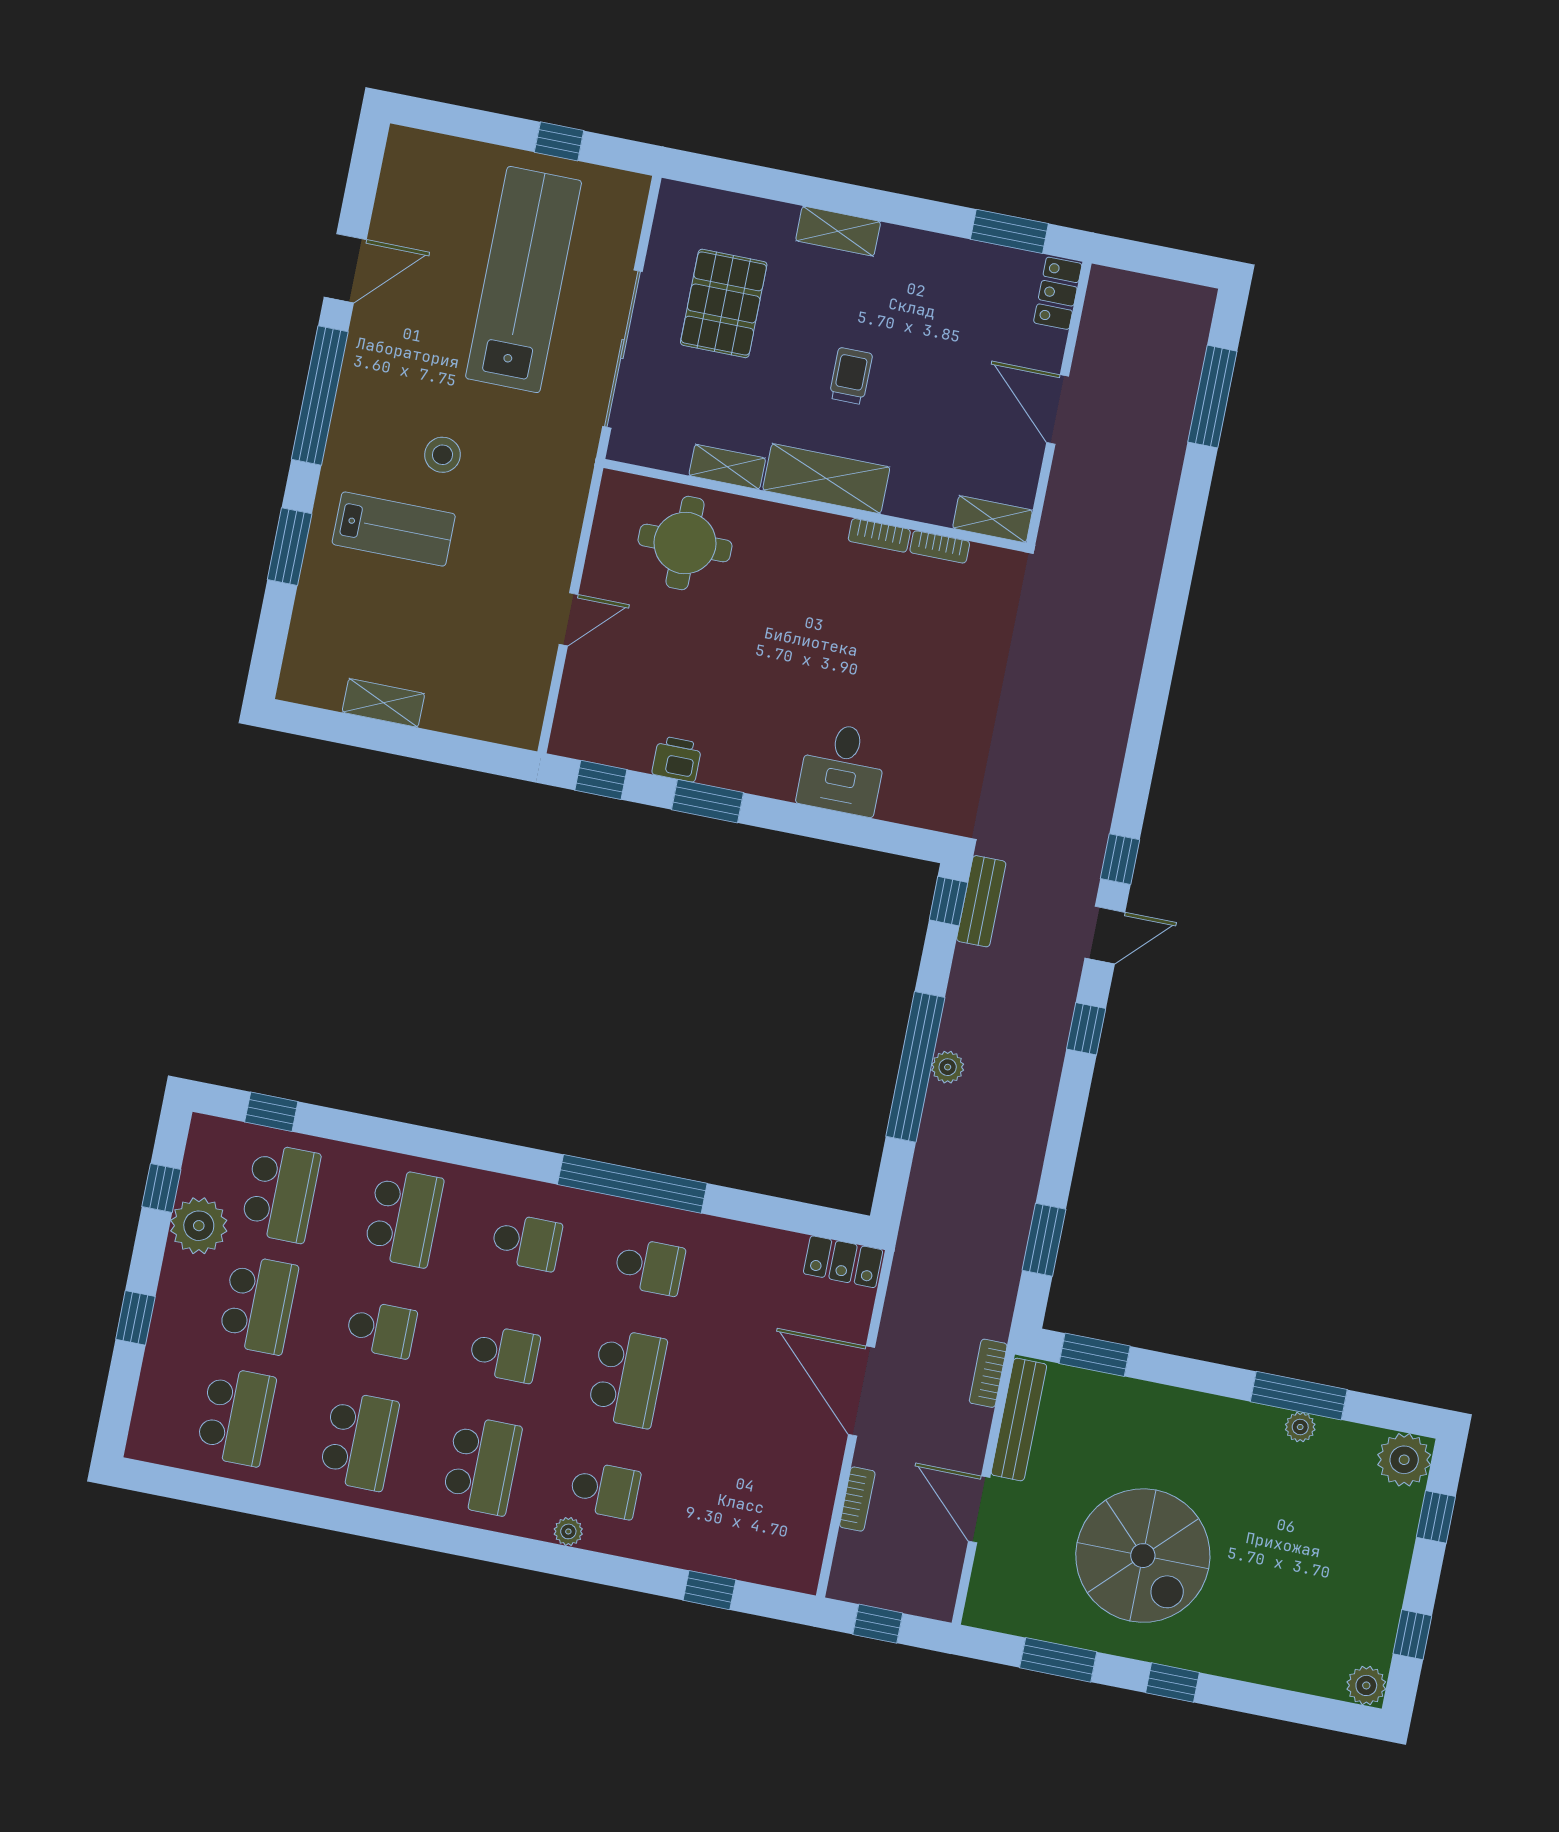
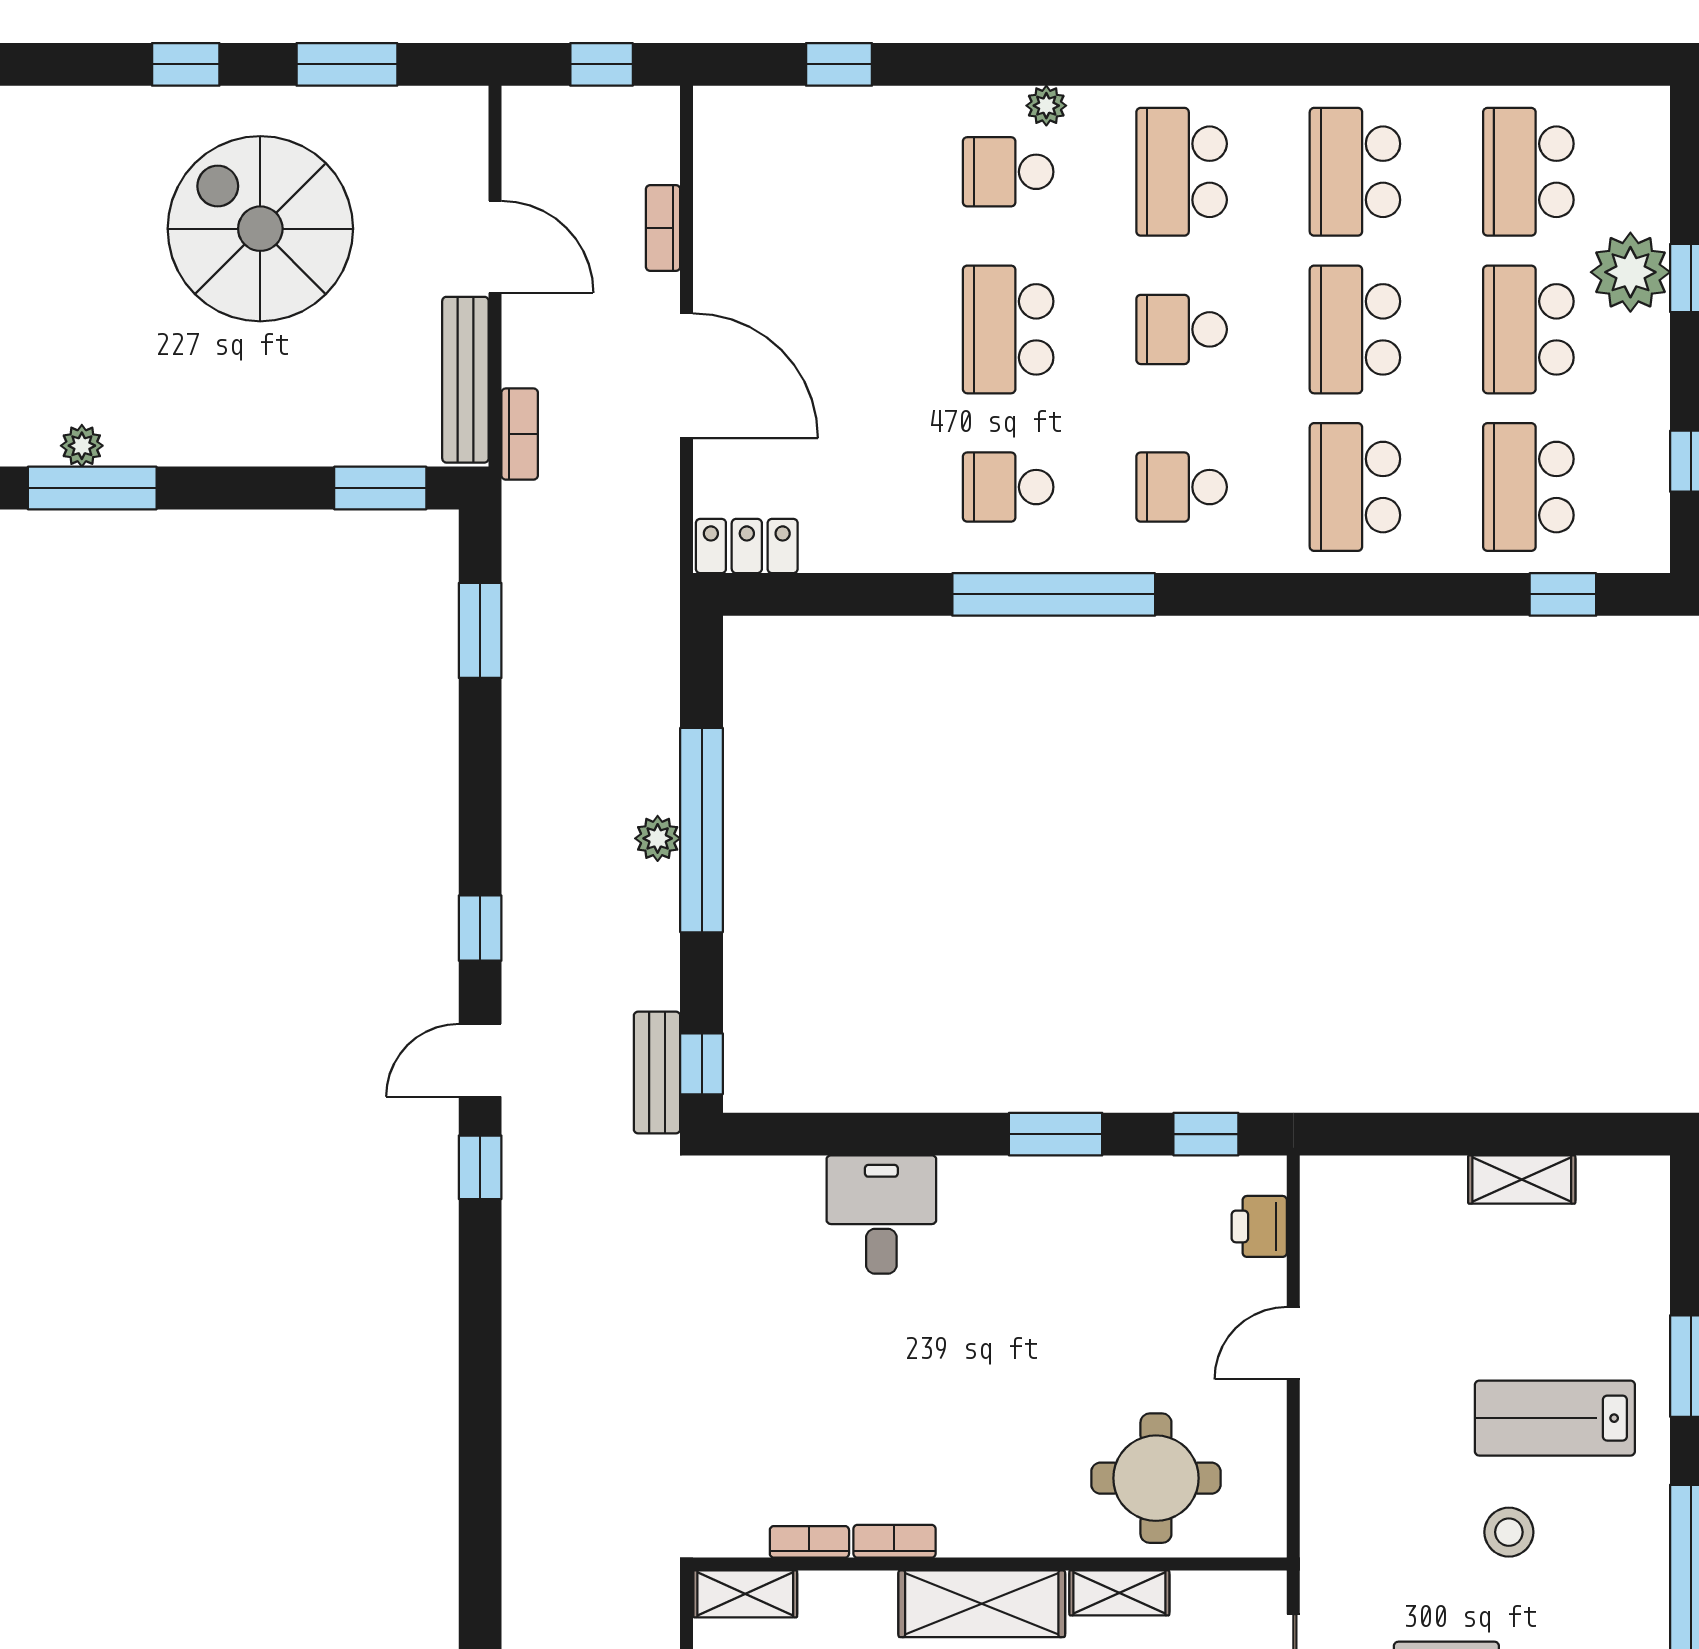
printer: (677, 759) -> (1259, 1226), moved, turned 90
plant: (199, 1226) -> (1630, 272), moved
school desk: (381, 1329) -> (1355, 329), width x1.85

